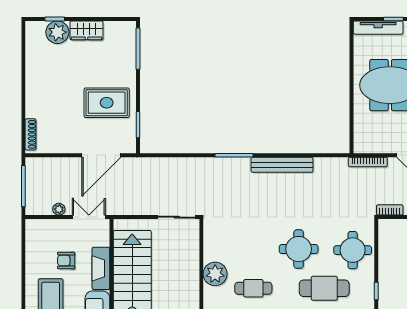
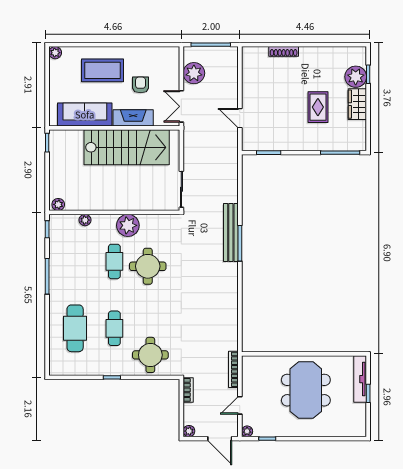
rug: (107, 103) -> (318, 107), moved, width x0.73, depth x0.70
shoe rack: (31, 134) -> (284, 51), moved
door: (101, 155) -> (240, 118), width x0.53
bench: (282, 165) -> (231, 232), moved
plant: (59, 209) -> (194, 73), width x1.87, depth x1.87
double door: (89, 217) -> (181, 106), swing flipped
round table: (299, 249) -> (148, 266), moved
cafe table: (324, 288) -> (114, 328), width x0.73, depth x0.74

